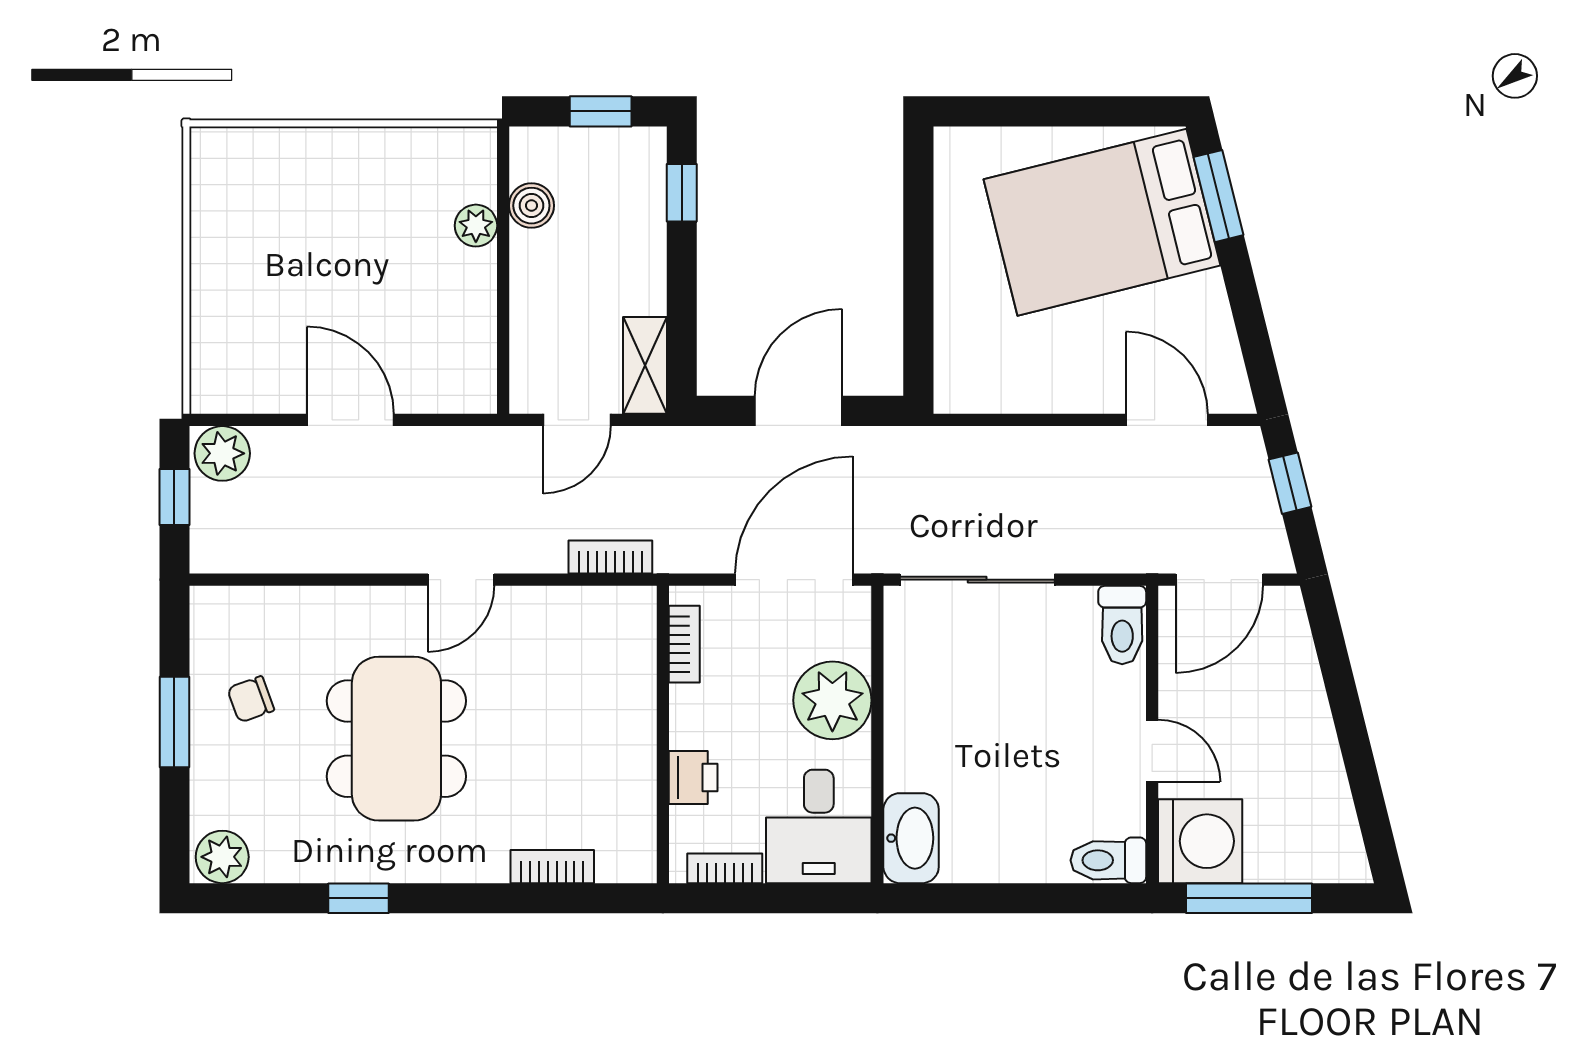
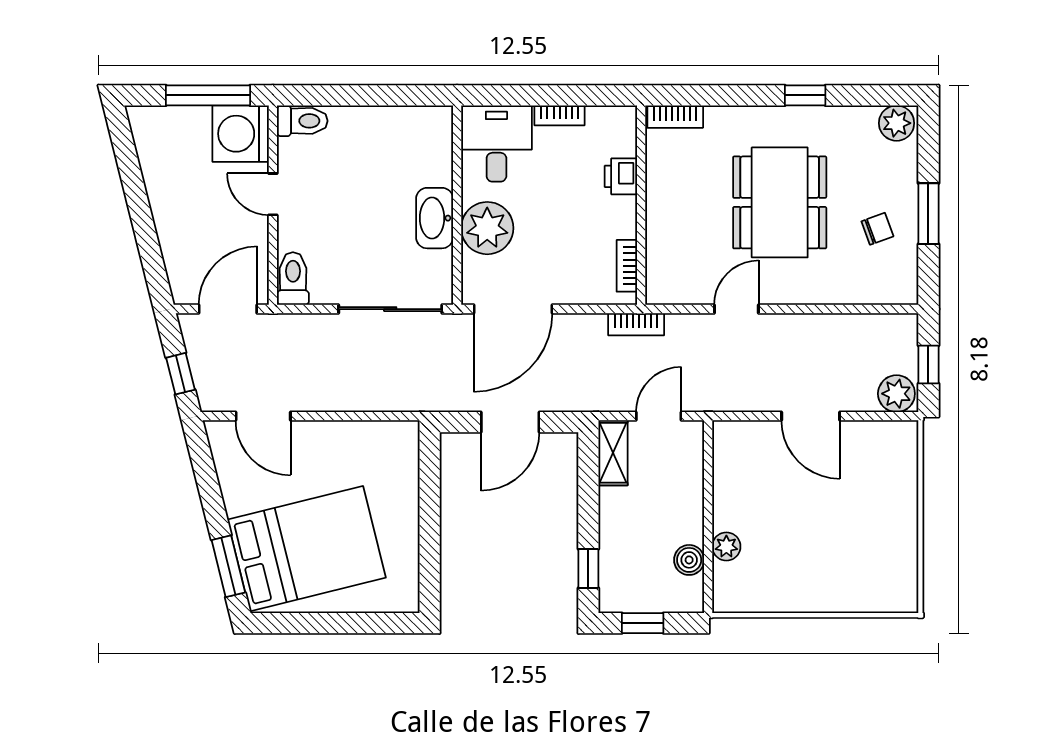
bookcase: (684, 644) -> (627, 266), moved
wall: (663, 734) -> (641, 205), moved
printer: (693, 777) -> (621, 176), moved
washbasin: (911, 838) -> (435, 218), moved

